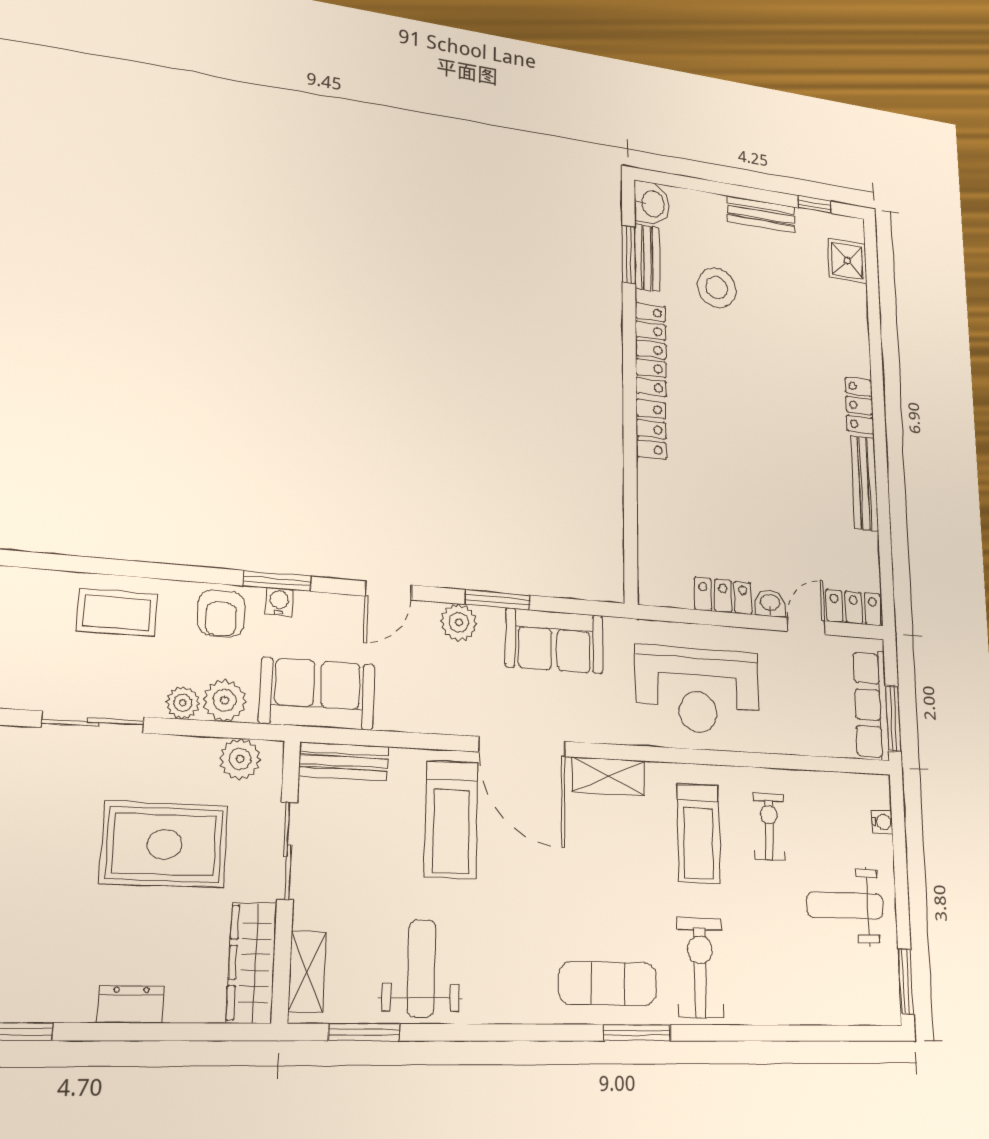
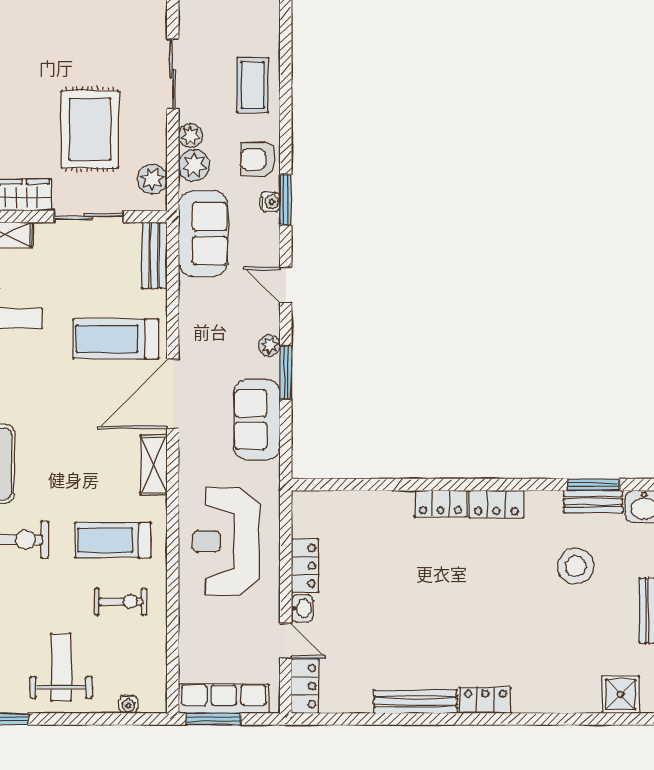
locker: (651, 349) -> (496, 504), width x0.66
plant: (459, 622) -> (269, 345), width x0.73, depth x0.73

